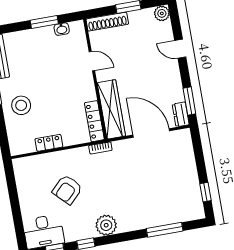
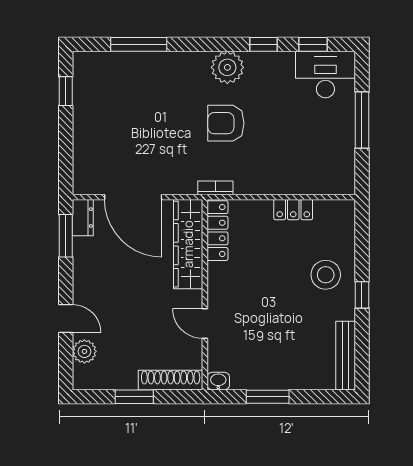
plant: (162, 13) -> (84, 351), moved
washbasin: (62, 29) -> (218, 381), moved
armchair: (67, 189) -> (226, 123), moved, turned -135
window: (15, 207) -> (362, 120), added

